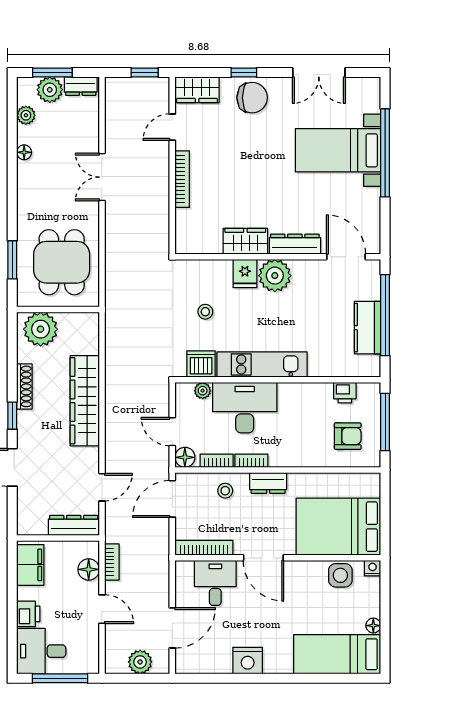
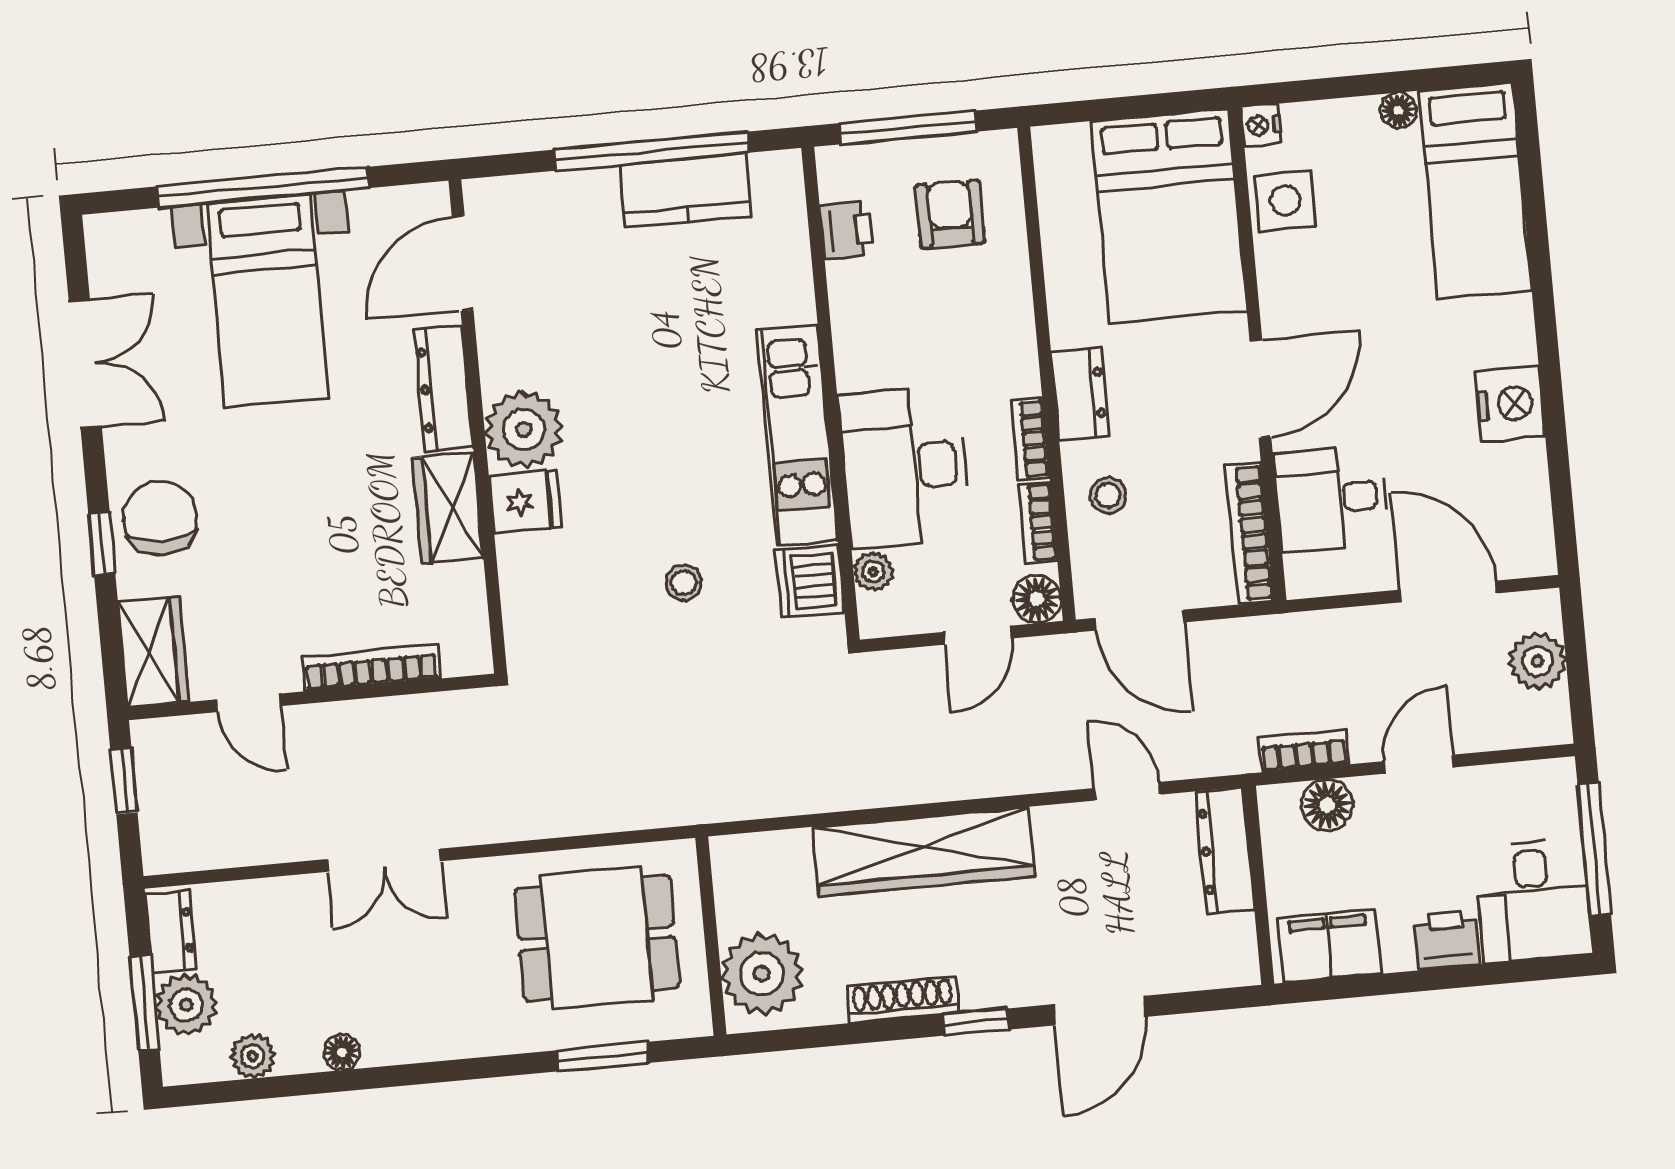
wardrobe: (245, 241) -> (448, 508), moved
dresser: (295, 244) -> (444, 388), moved
wall: (278, 257) -> (478, 427), moved
door: (346, 257) -> (463, 263), moved
fridge: (245, 273) -> (525, 502), moved
plant: (275, 276) -> (524, 429), moved

